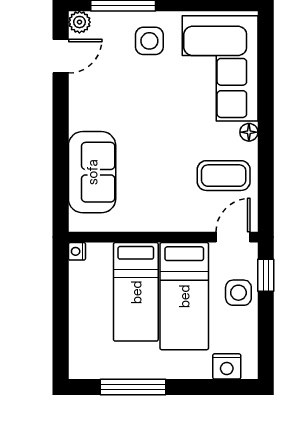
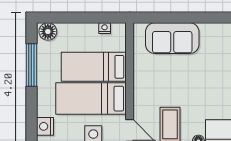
nightstand: (77, 251) -> (105, 28), moved
floor lamp: (82, 362) -> (48, 32), added

